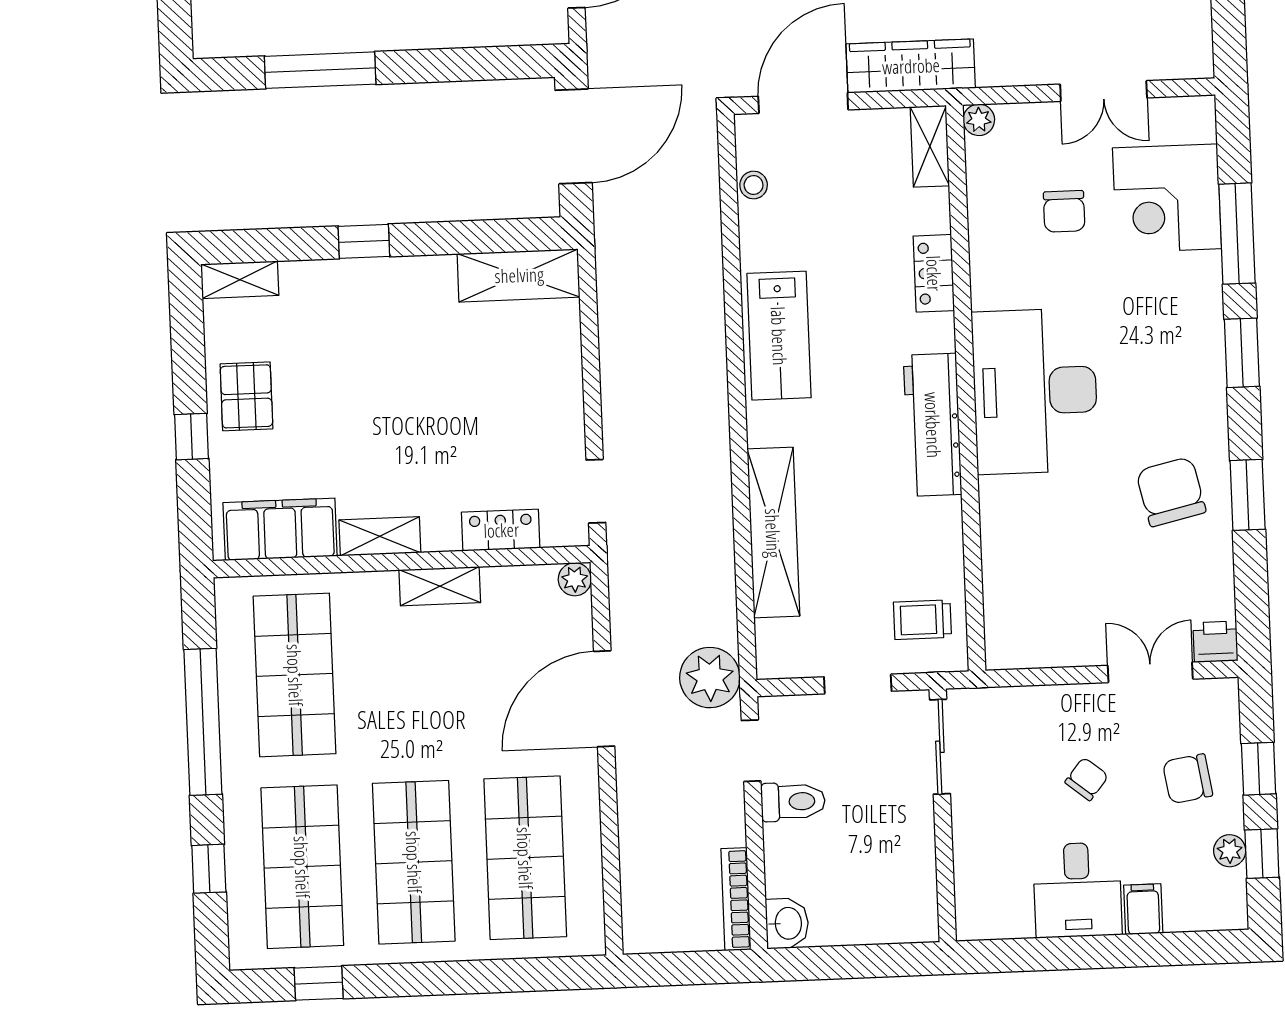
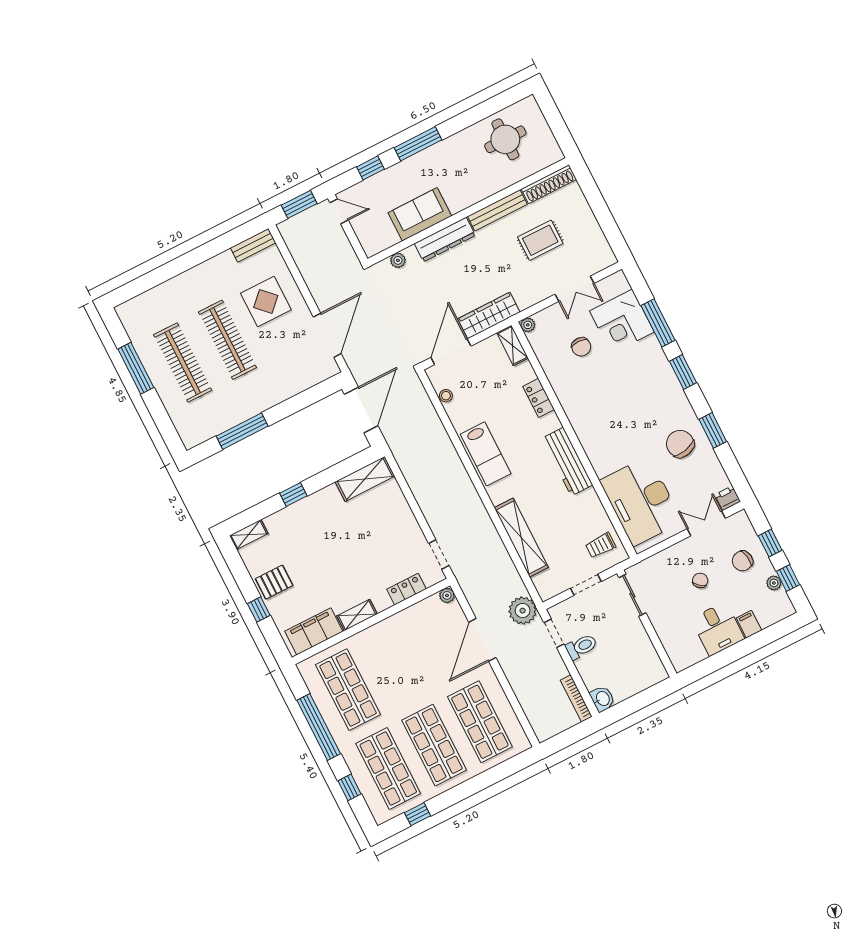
desk: (1035, 391) -> (641, 501), moved
pallet: (246, 396) -> (274, 582), turned 90
shelving: (440, 586) -> (392, 624), removed

